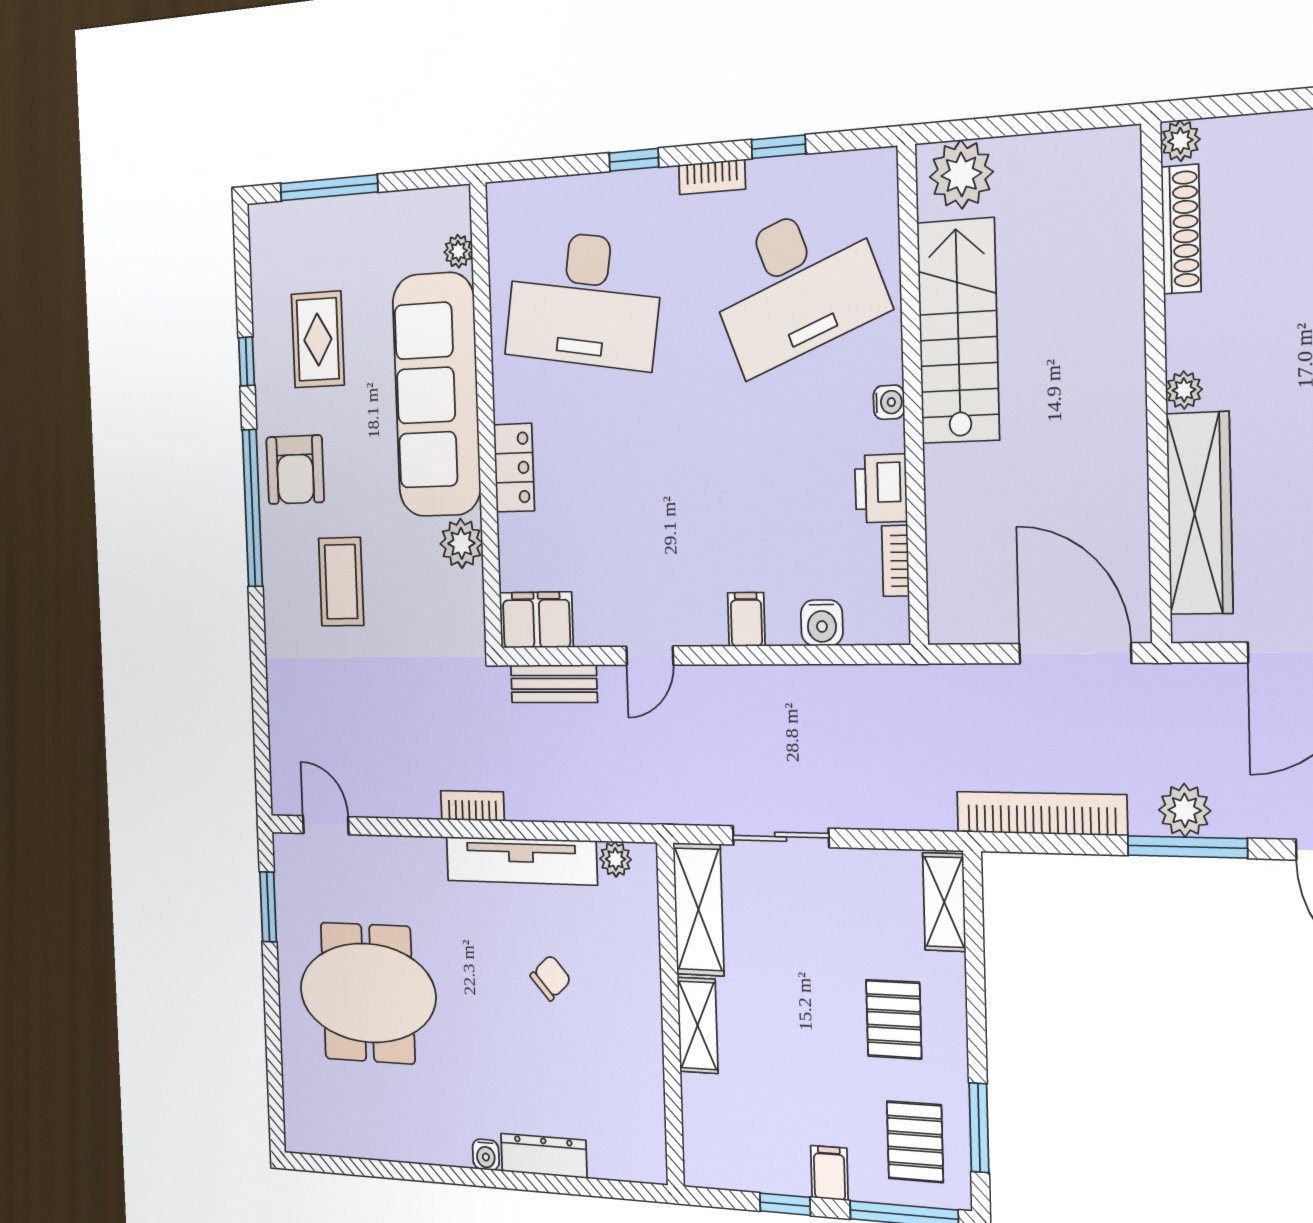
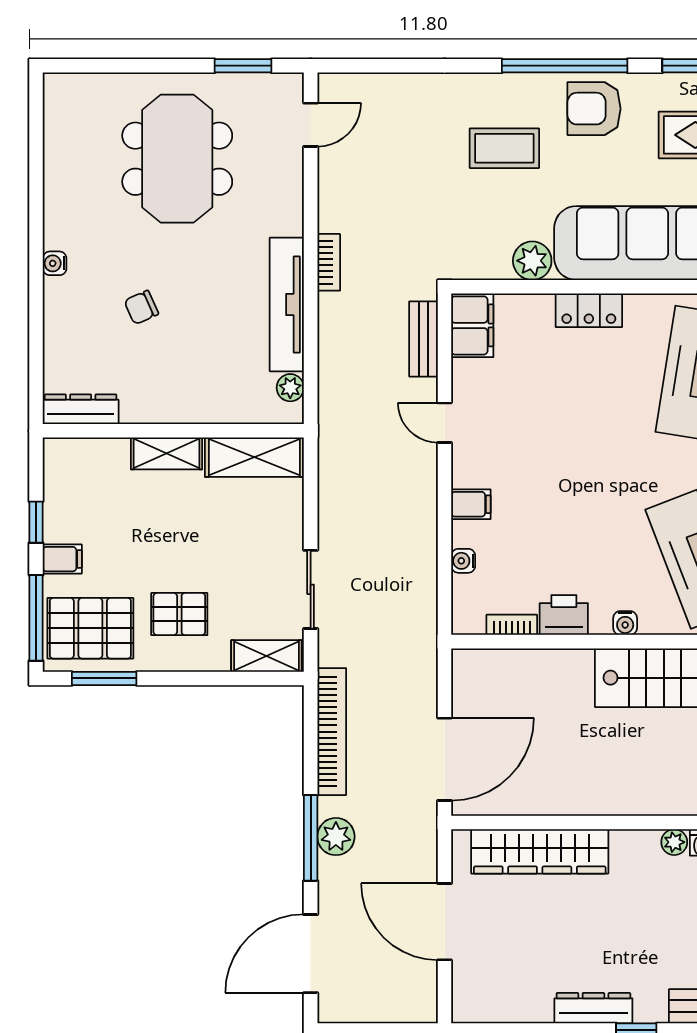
plant: (1184, 390) -> (674, 842), moved
water cooler: (822, 623) -> (463, 561), width x0.72, depth x0.72
sliding door: (781, 837) -> (311, 589), moved
chair: (551, 978) -> (141, 307), moved, turned 108
pallet: (915, 1142) -> (90, 628), width x1.50, depth x1.42
dresser: (544, 1156) -> (81, 409), moved, turned -90

